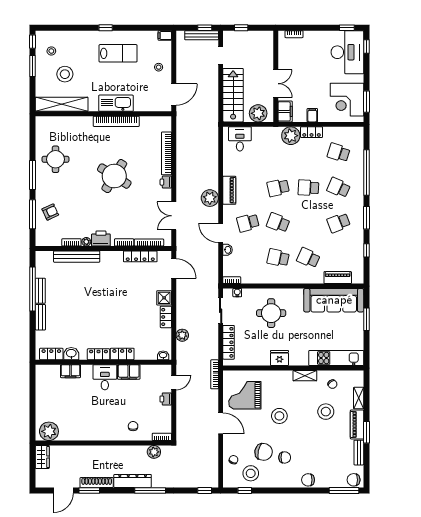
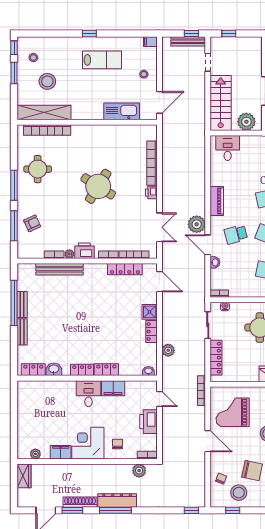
kitchen sink: (116, 103) -> (122, 111), moved
bookcase: (116, 121) -> (47, 130), moved
plant: (210, 198) -> (197, 224), moved
double door: (174, 216) -> (159, 227), swing flipped
filing cabinet: (70, 371) -> (61, 452), moved, turned 180
door: (174, 382) -> (159, 399), hinge flipped
printer: (166, 399) -> (148, 422), width x1.87, depth x1.48
corner desk: (104, 425) -> (88, 443), added
plant: (49, 431) -> (35, 454), width x0.53, depth x0.53
window: (150, 490) -> (115, 510), moved

